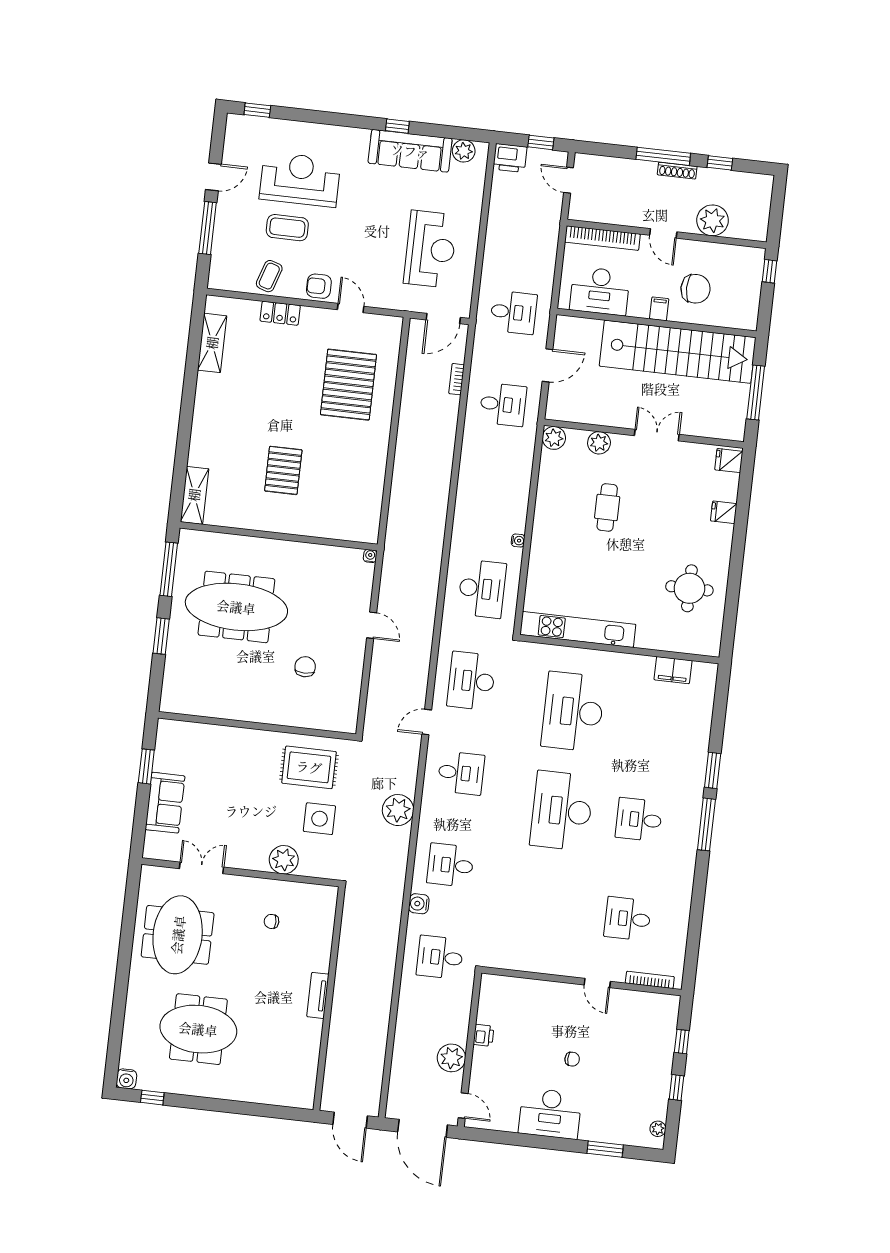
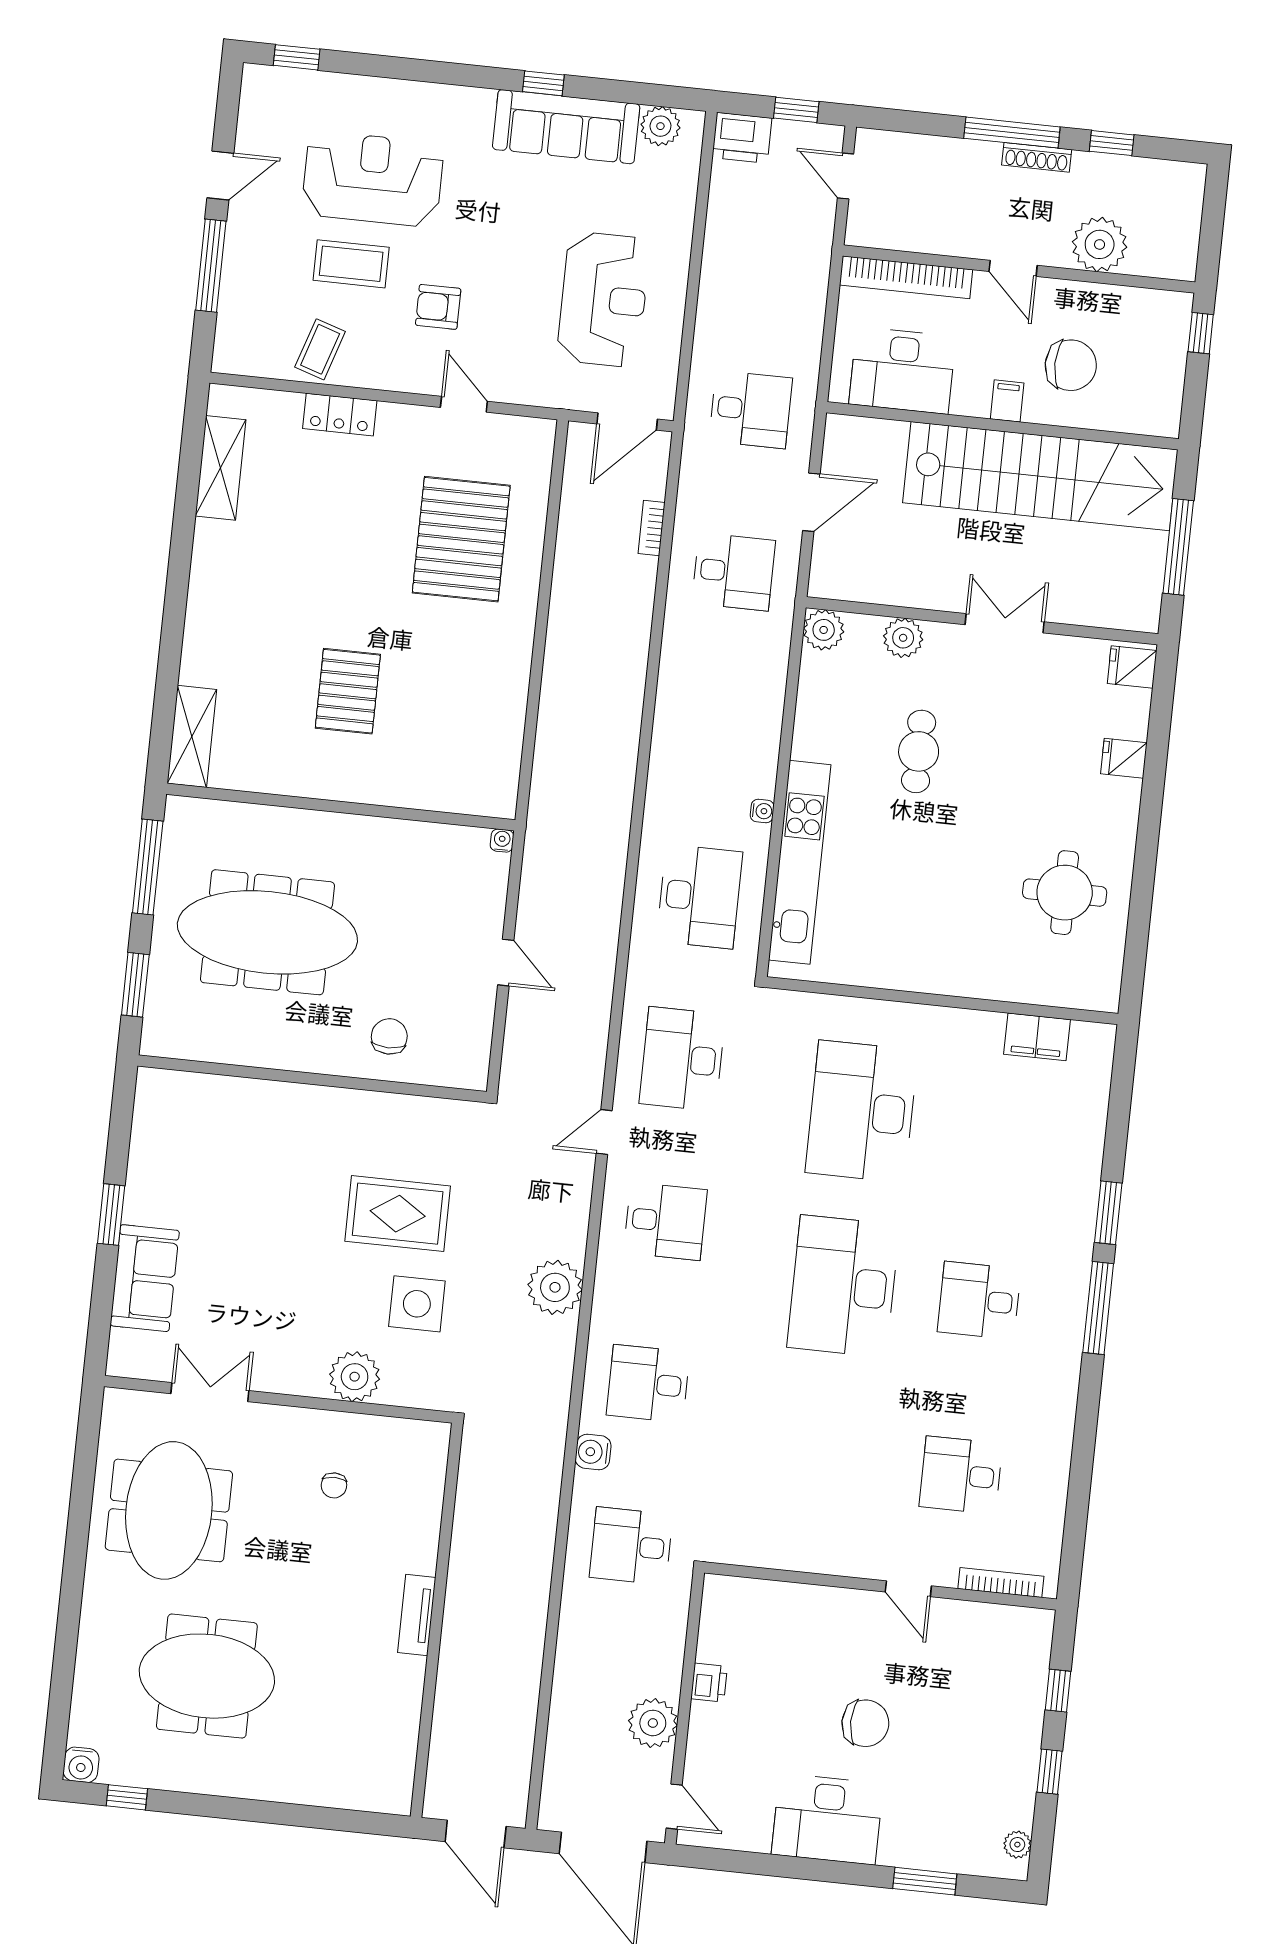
armchair: (319, 286) -> (438, 307), moved
kitchen unit: (578, 629) -> (800, 862), moved, turned 90
wall: (257, 726) -> (312, 1079), moved
chair: (271, 921) -> (334, 1485), turned -90
chair: (572, 1059) -> (865, 1723), width x1.87, depth x1.87

